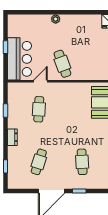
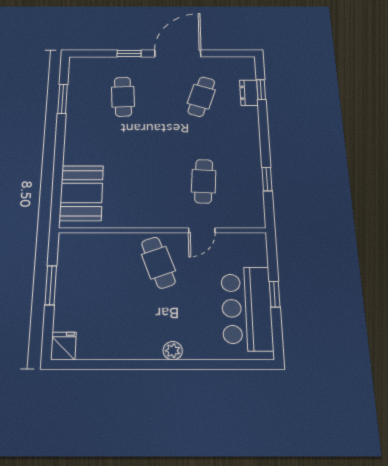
bar counter: (20, 59) -> (247, 308), moved
dresser: (12, 137) -> (249, 93), moved

